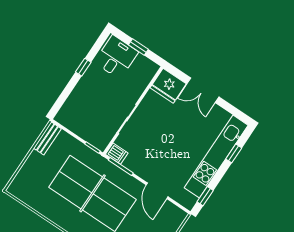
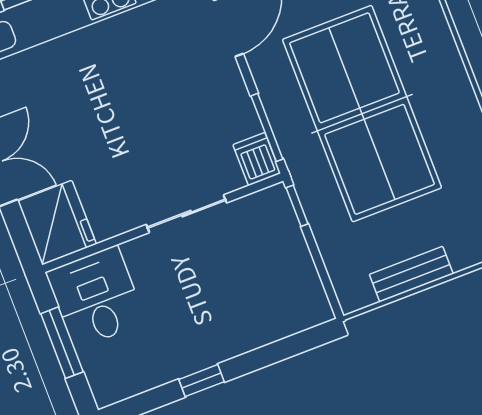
window: (138, 47) -> (62, 343), width x1.50
desk: (116, 57) -> (96, 297), moved, turned 90
bench: (47, 138) -> (411, 274), moved

